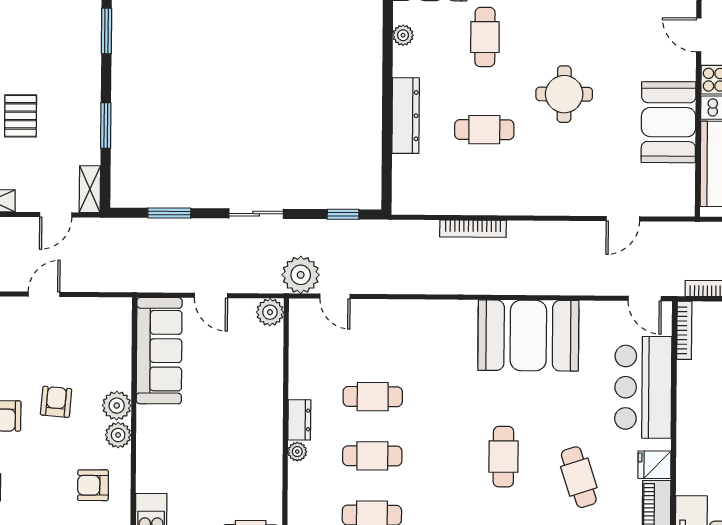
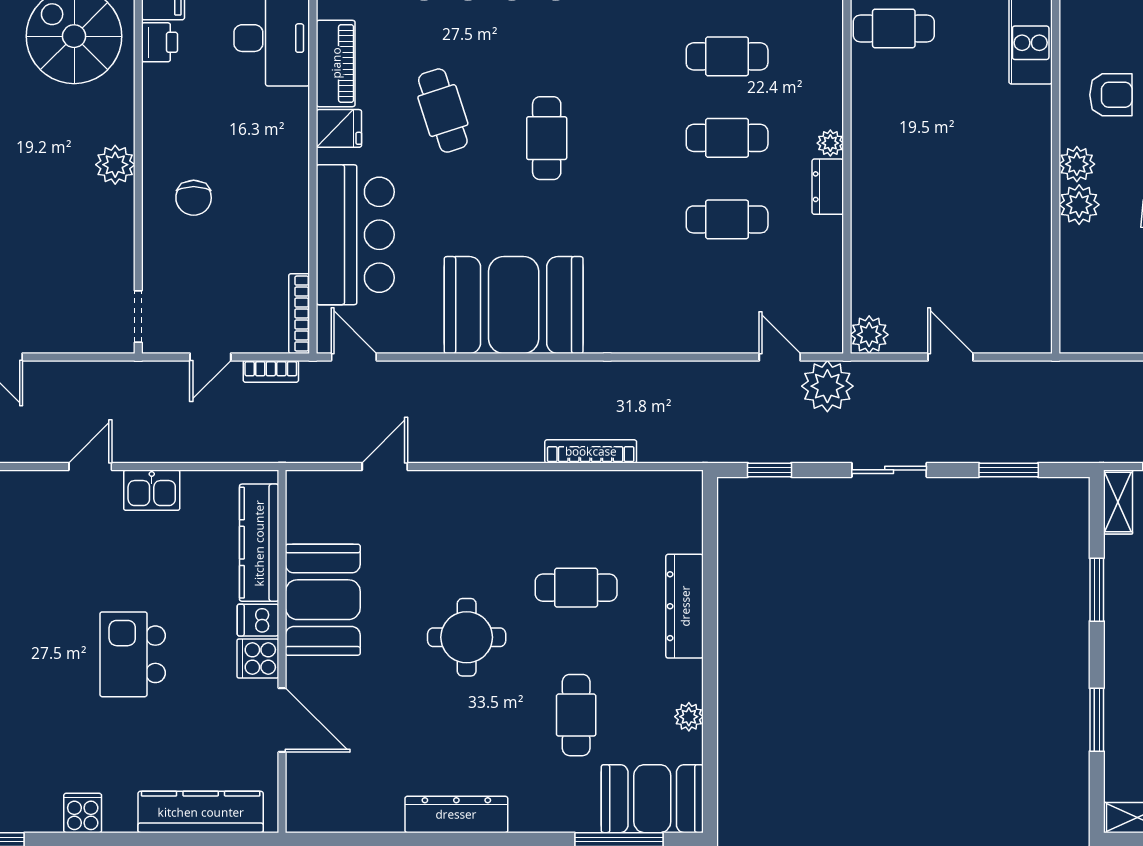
door: (699, 35) -> (282, 720), width x1.38
sofa: (159, 351) -> (1021, 281), removed

